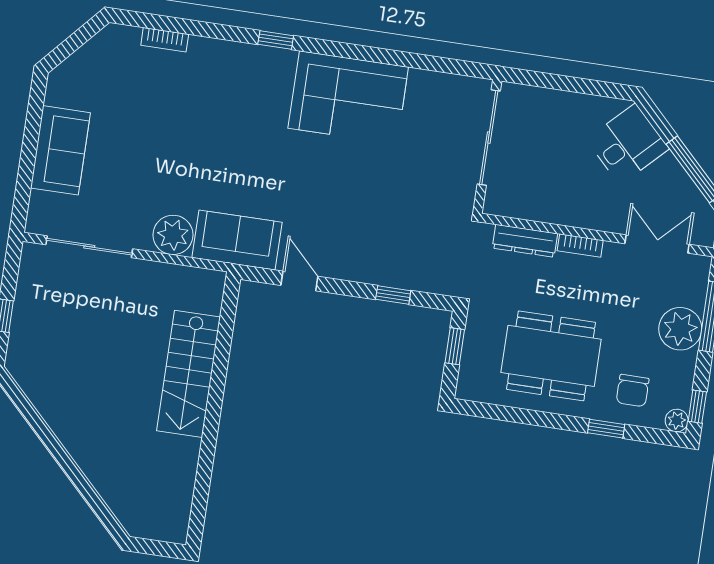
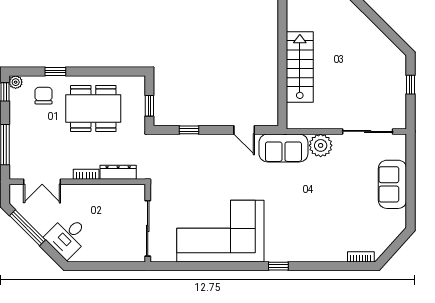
bookcase: (165, 40) -> (361, 257), moved
corner sofa: (348, 98) -> (220, 231), width x1.36, depth x1.36
plant: (680, 329) -> (21, 135), removed

